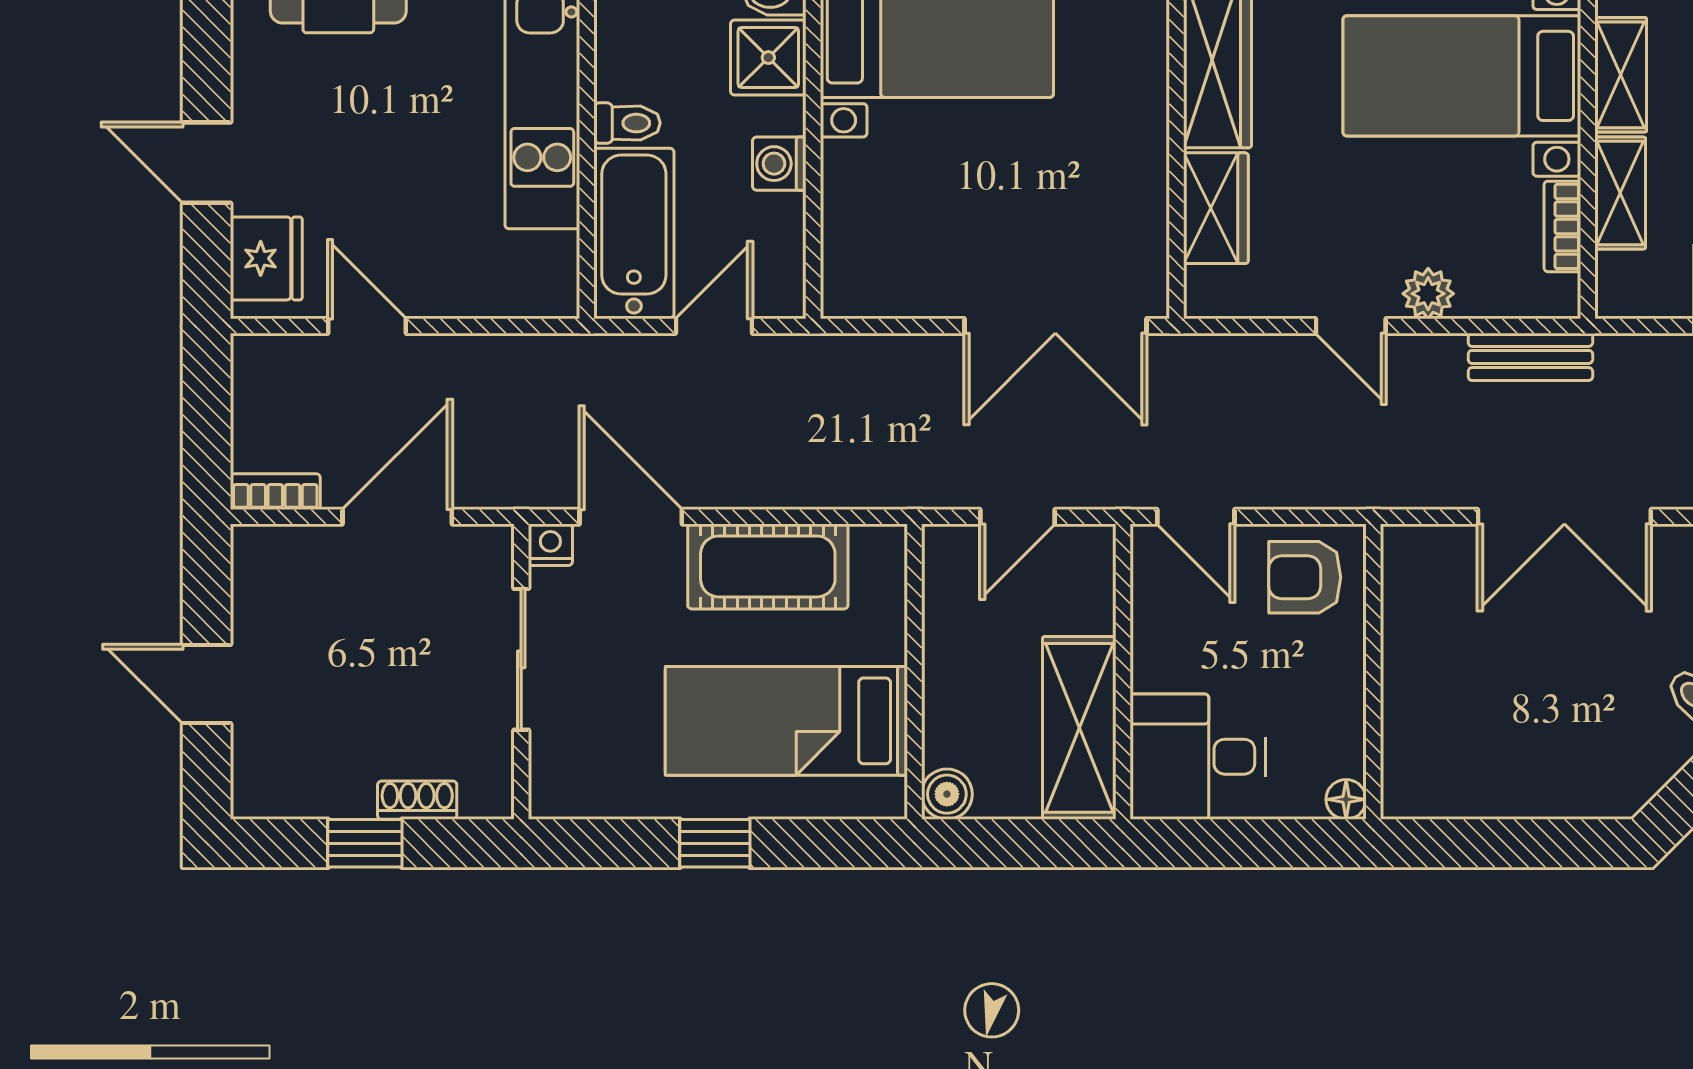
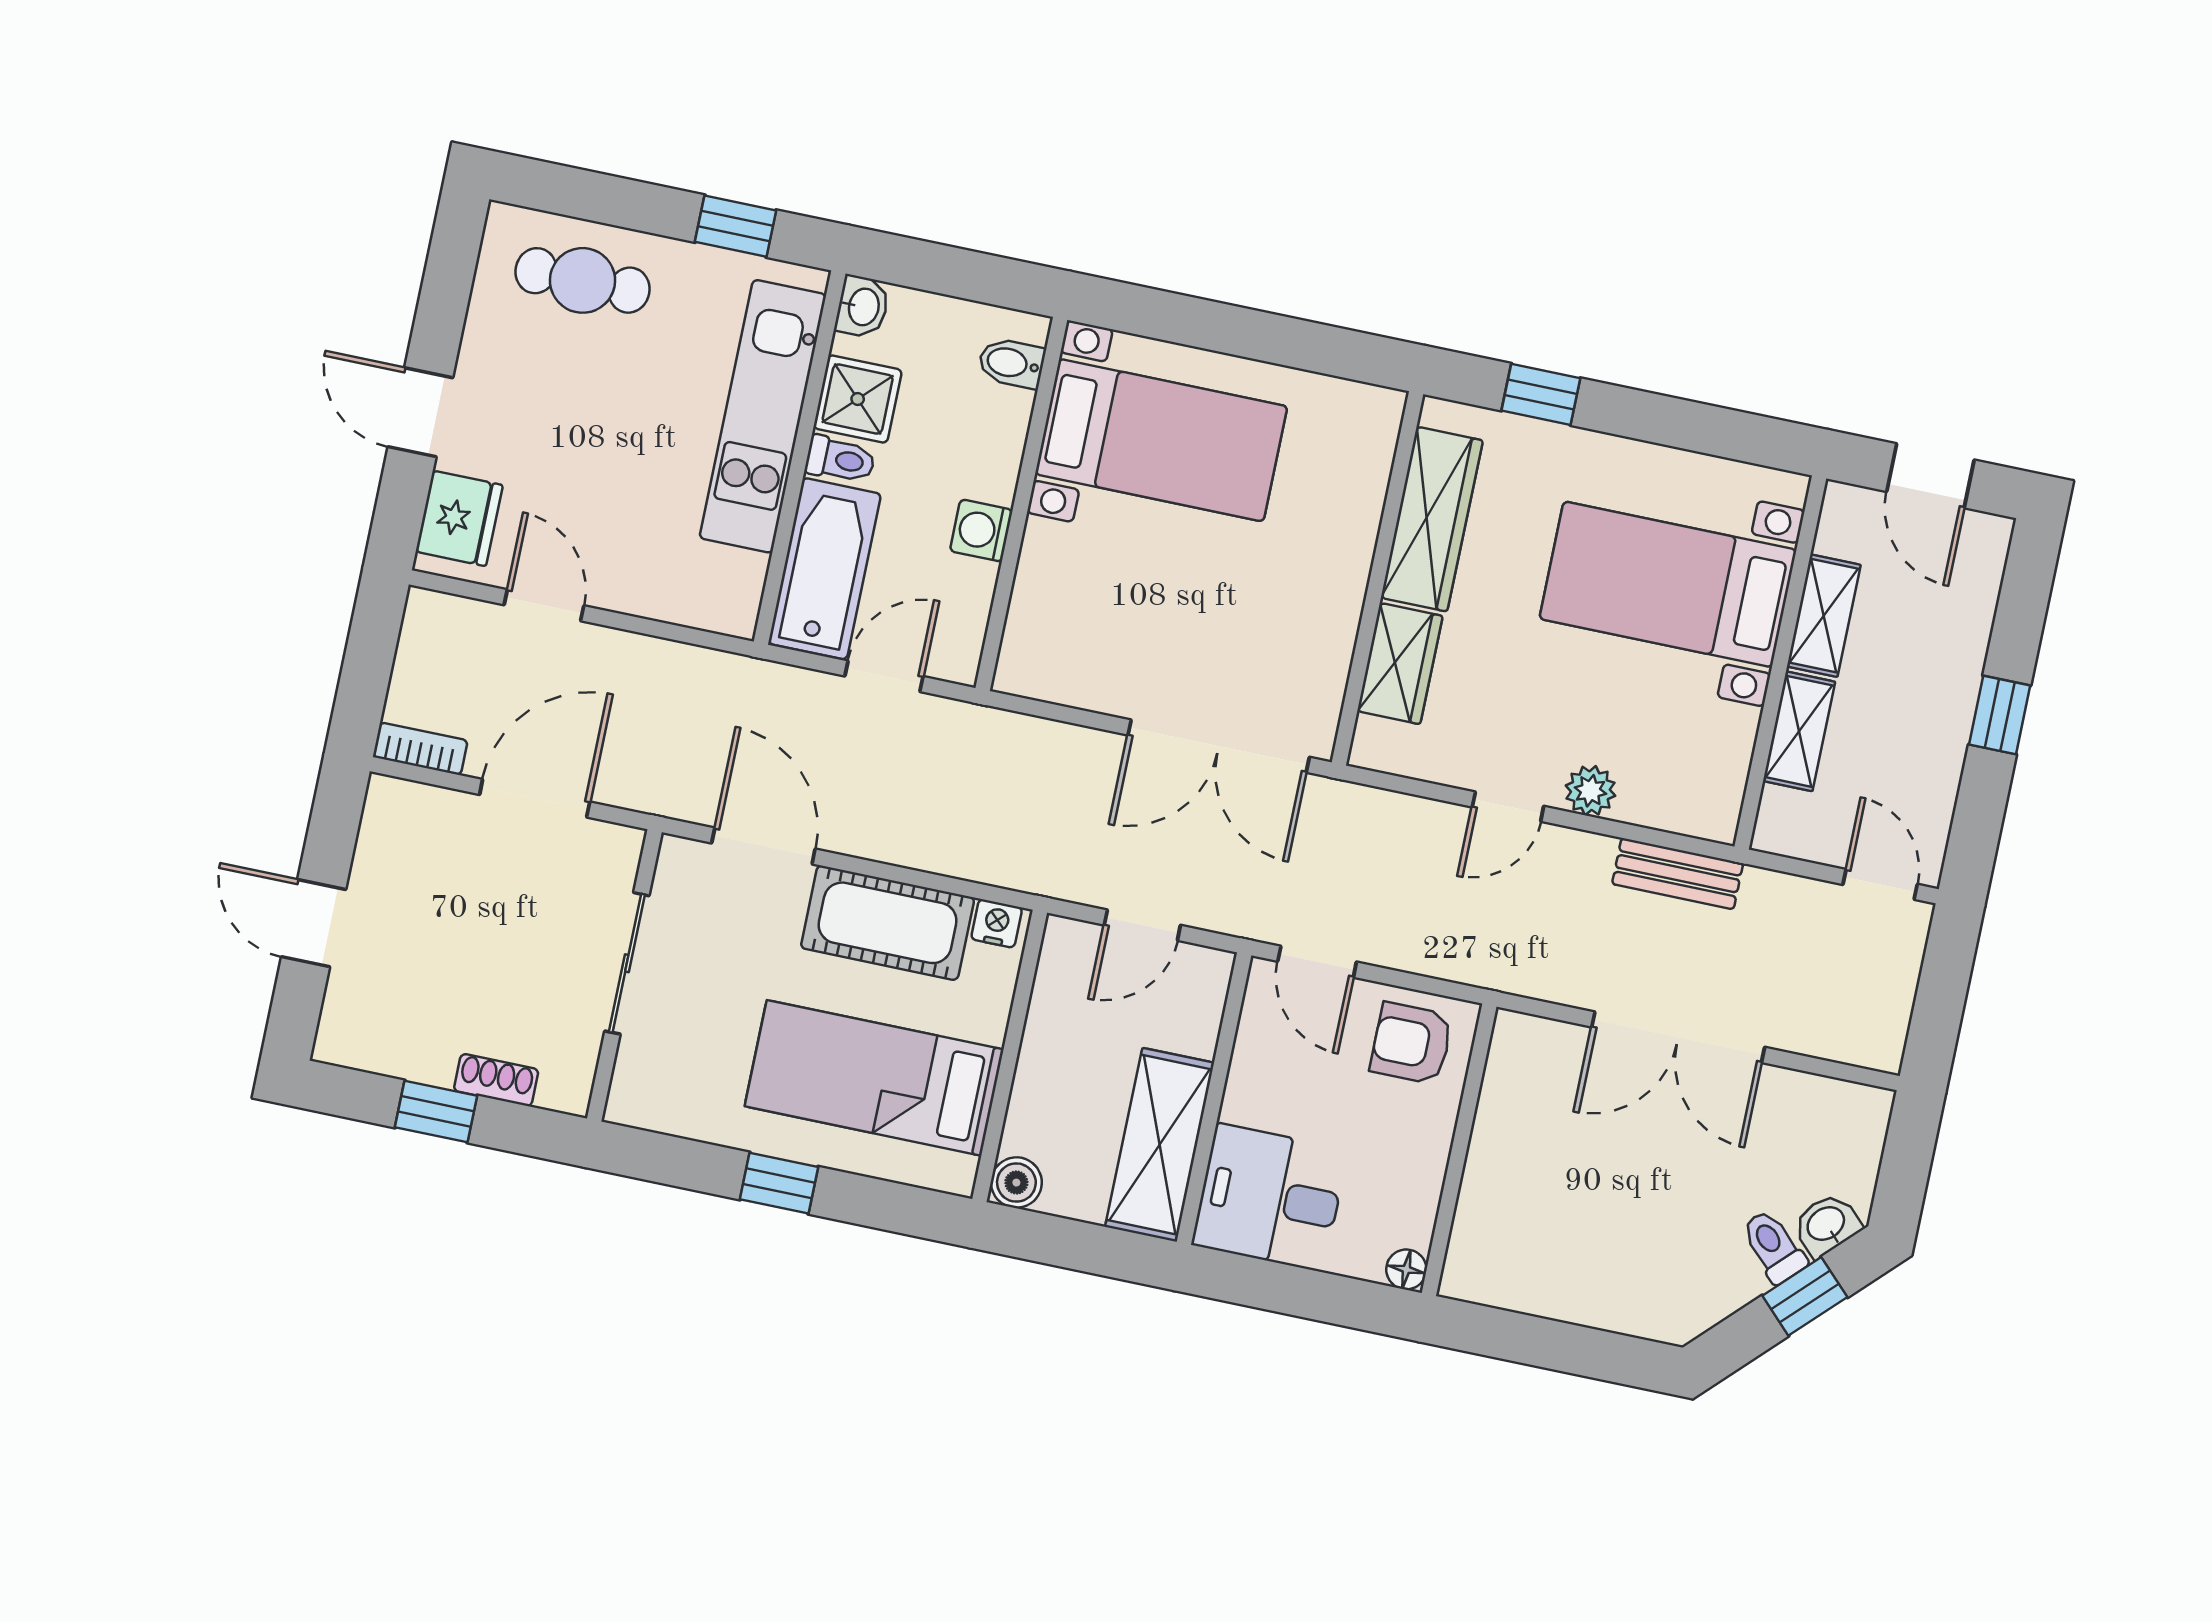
shower: (768, 58) -> (858, 399), moved
bookcase: (1562, 226) -> (1736, 752), removed
door: (1351, 326) -> (1508, 807), hinge flipped
nightstand: (550, 545) -> (997, 923), moved

